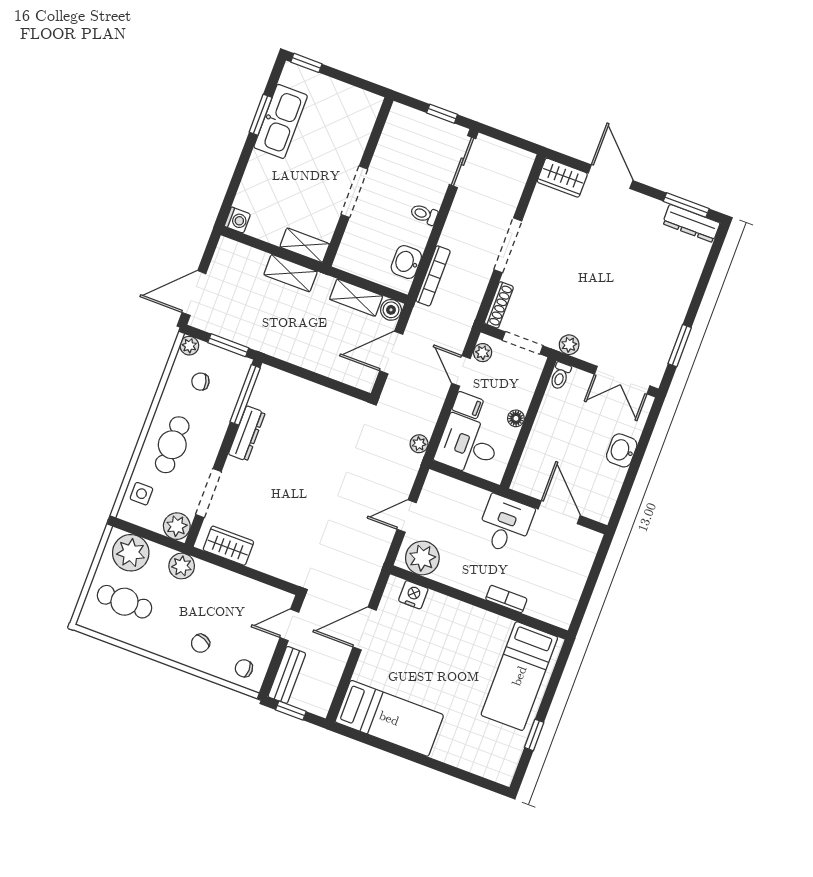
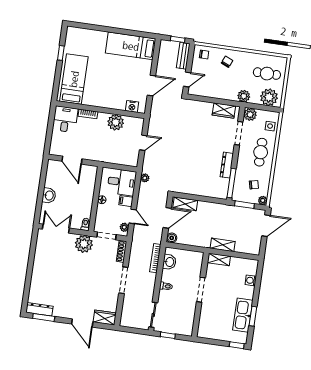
washing machine: (237, 220) -> (251, 280), moved
shelving: (356, 298) -> (185, 204), moved
plant: (569, 345) -> (84, 244), width x1.88, depth x1.88
window: (680, 346) -> (32, 251), removed
desk: (505, 524) -> (65, 119), moved, turned 180
plant: (422, 558) -> (116, 122), moved

